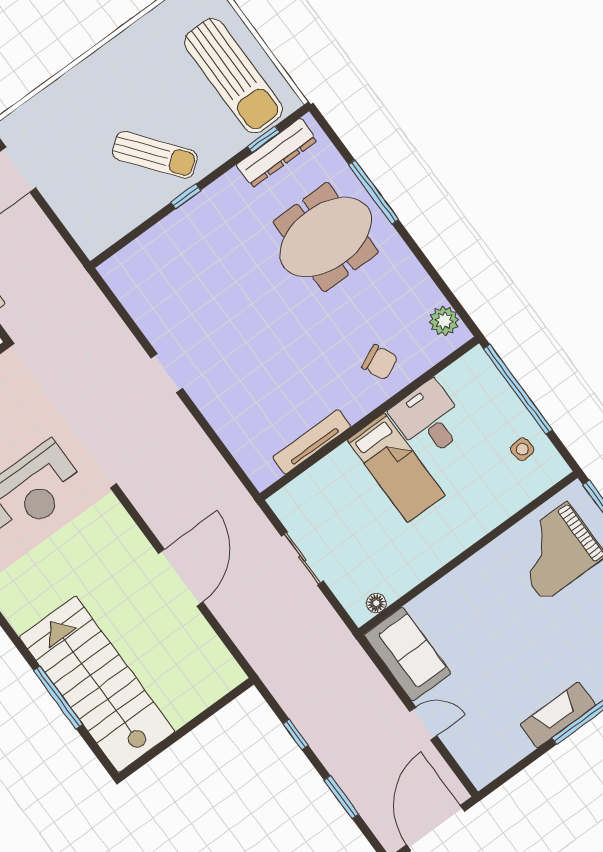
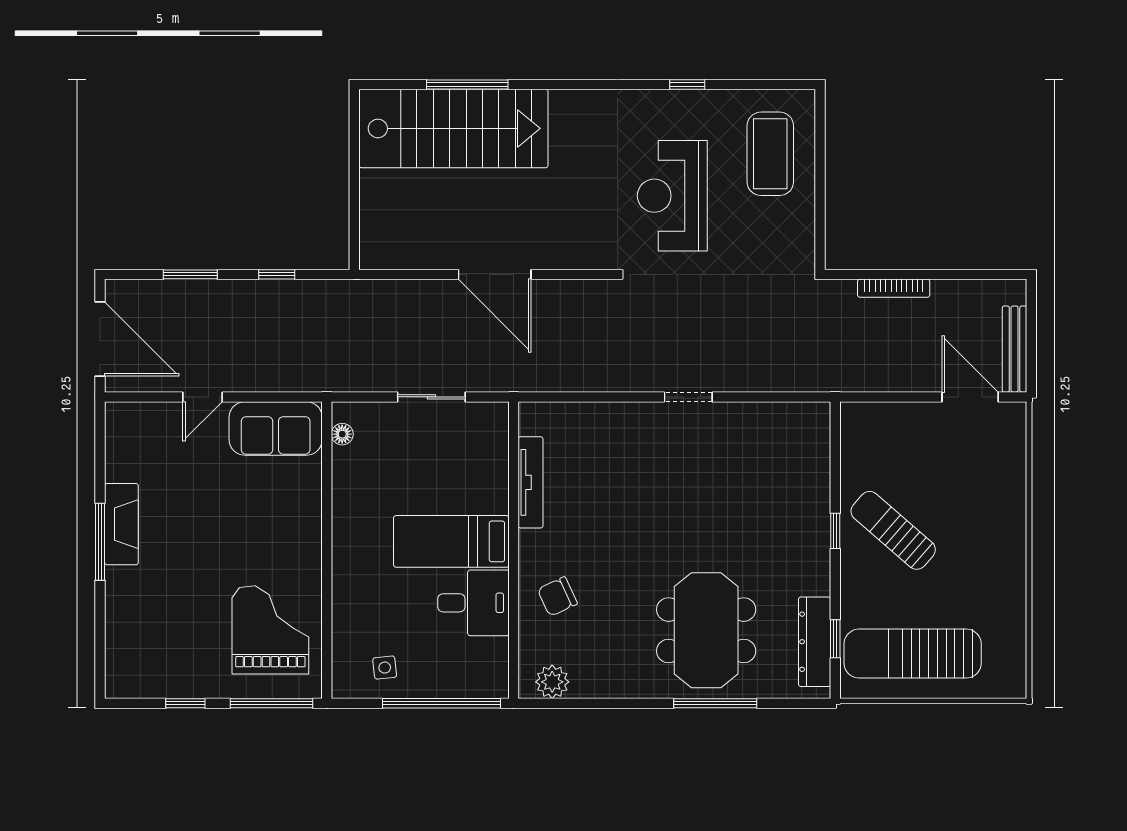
sun lounger: (155, 155) -> (893, 530), turned 79

